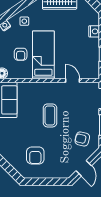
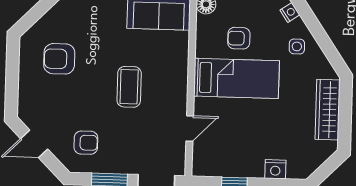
coffee table: (50, 115) -> (129, 87), turned 90
armchair: (82, 139) -> (86, 143), turned 77

